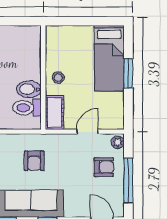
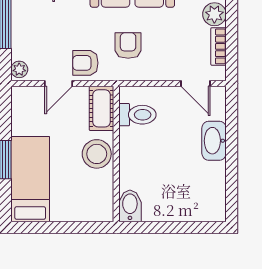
stool: (58, 78) -> (97, 154), width x1.89, depth x1.89
bidet: (29, 89) -> (130, 206), moved, turned -90
armchair: (104, 167) -> (85, 63), moved

